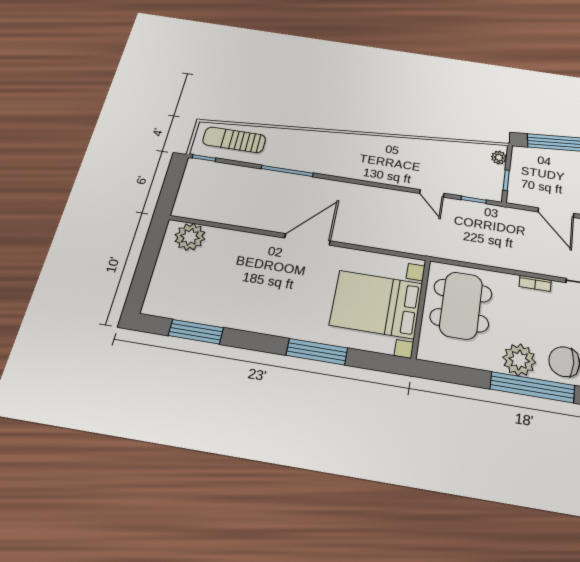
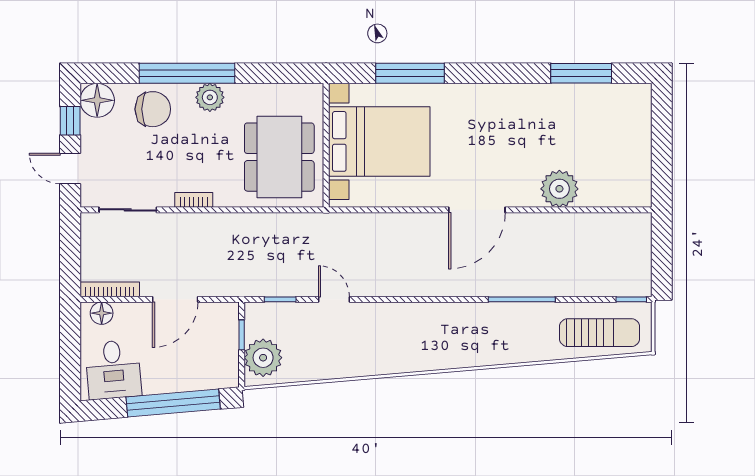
plant: (499, 158) -> (263, 358), width x1.88, depth x1.88
door: (556, 213) -> (175, 299), swing flipped
plant: (190, 237) -> (559, 189), moved
window: (317, 352) -> (410, 73), moved
plant: (519, 360) -> (210, 97), width x0.73, depth x0.73

